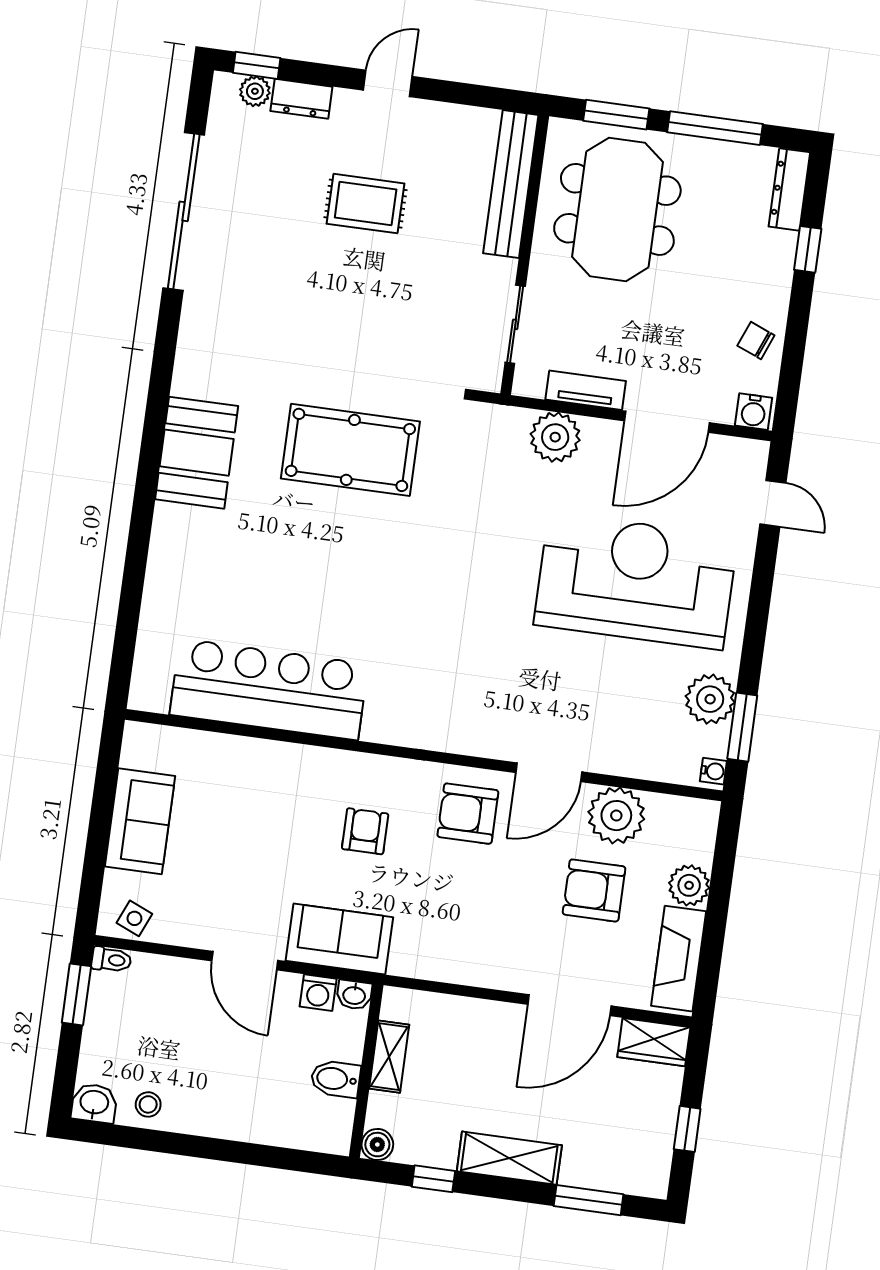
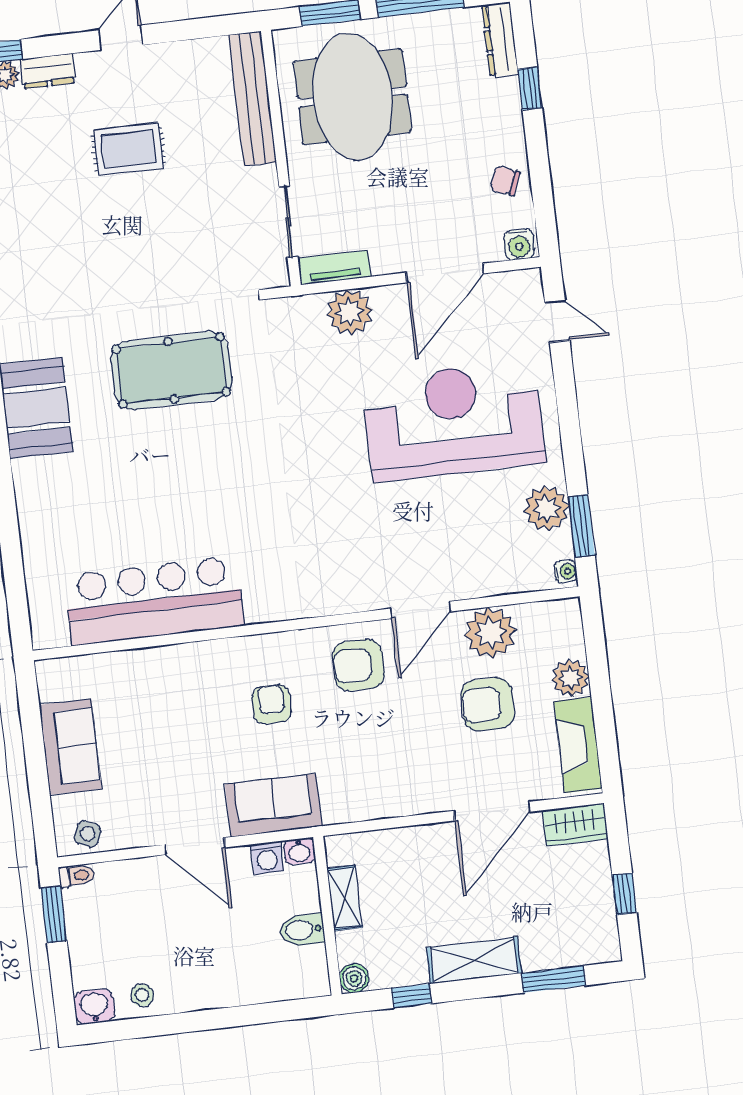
tv unit: (586, 390) -> (334, 268), moved

